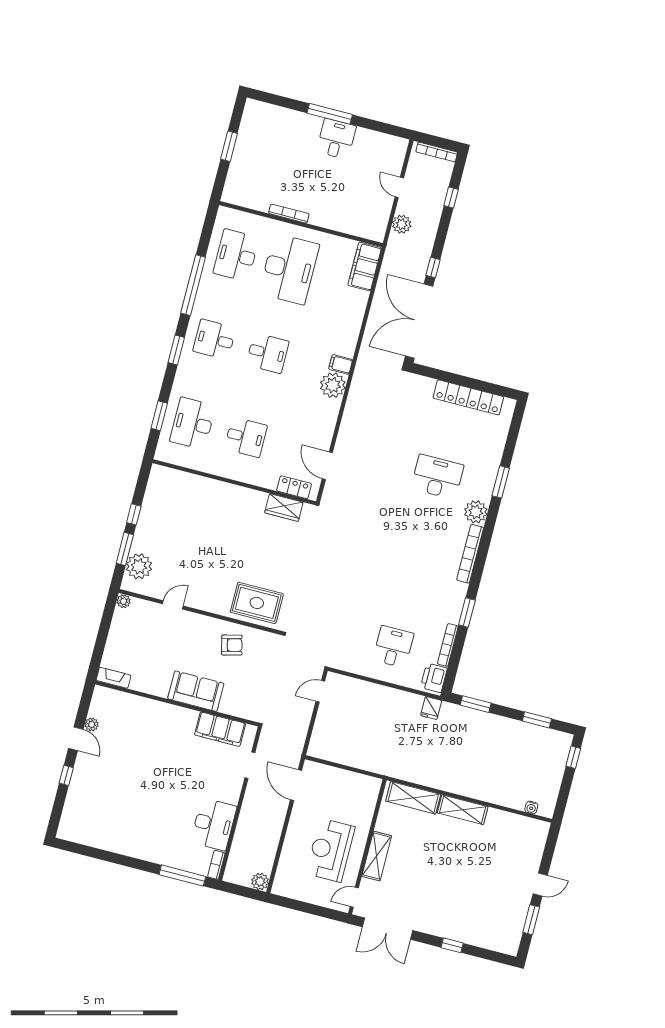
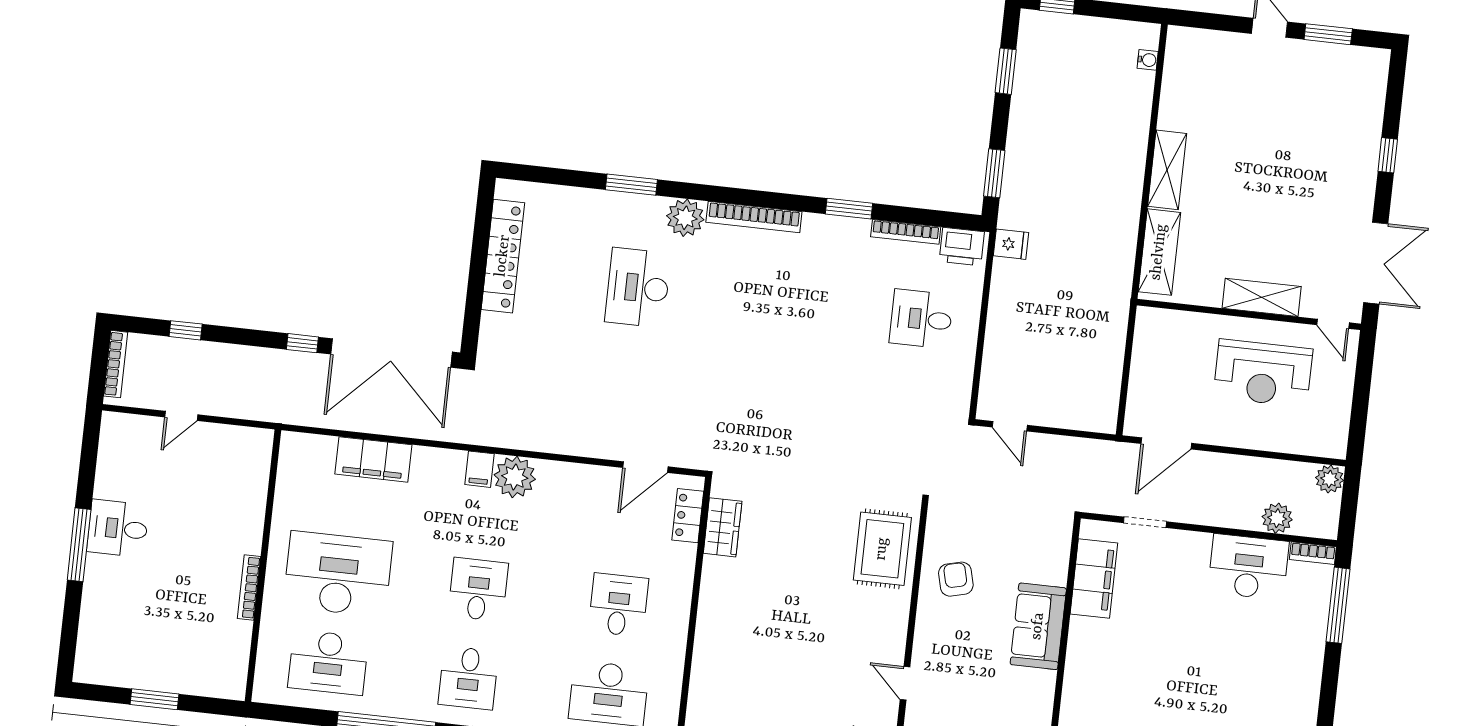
plant: (402, 224) -> (1277, 518), moved
filing cabinet: (365, 267) -> (373, 459), moved

